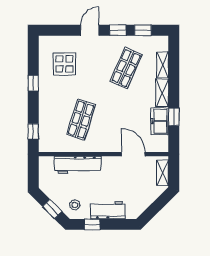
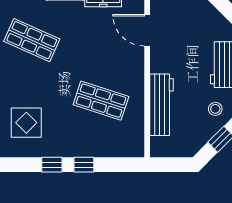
window: (33, 131) -> (84, 165), moved
door: (133, 154) -> (147, 30), hinge flipped

